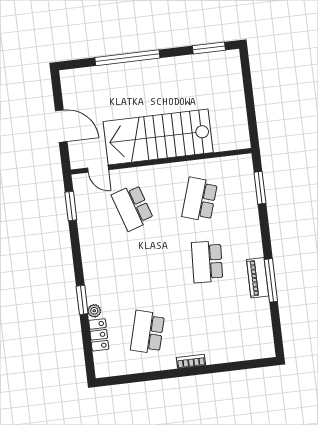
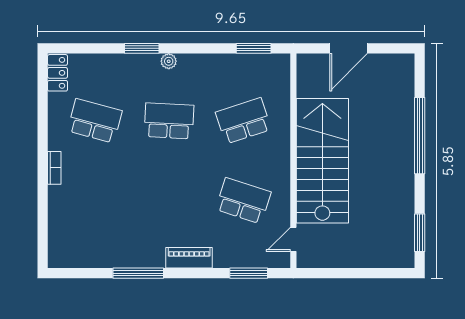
door: (98, 169) -> (293, 239), moved
school desk: (207, 262) -> (169, 121), moved
piano: (258, 278) -> (189, 258), moved
plant: (94, 311) -> (169, 61), moved
locker: (99, 335) -> (57, 73), moved, turned -90

